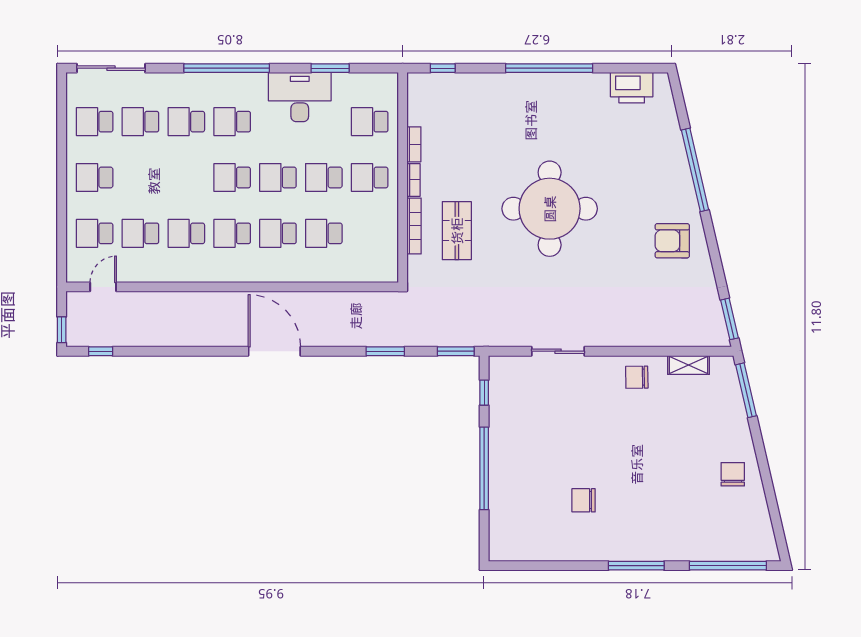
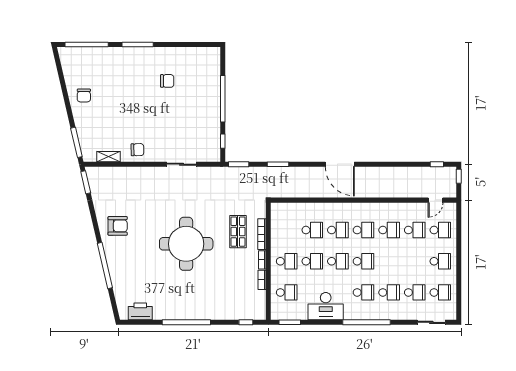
sliding door: (111, 68) -> (431, 322), width x0.73
window: (330, 68) -> (290, 322), moved

